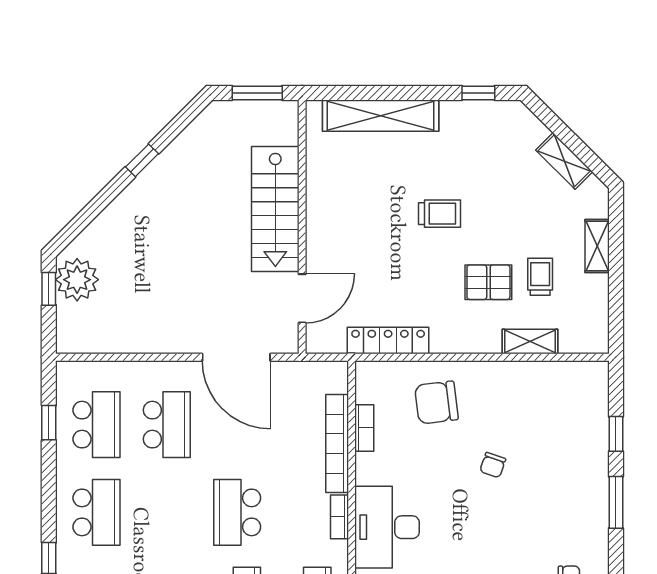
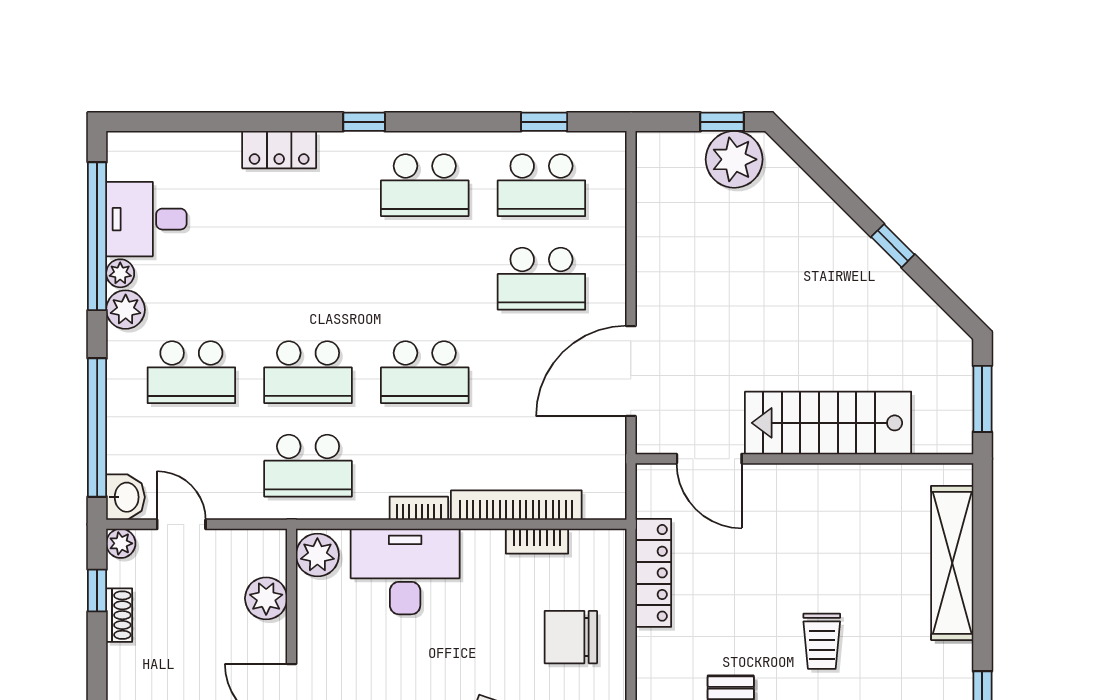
chair: (436, 403) -> (571, 637), turned -83
school desk: (237, 512) -> (425, 372), turned 180

